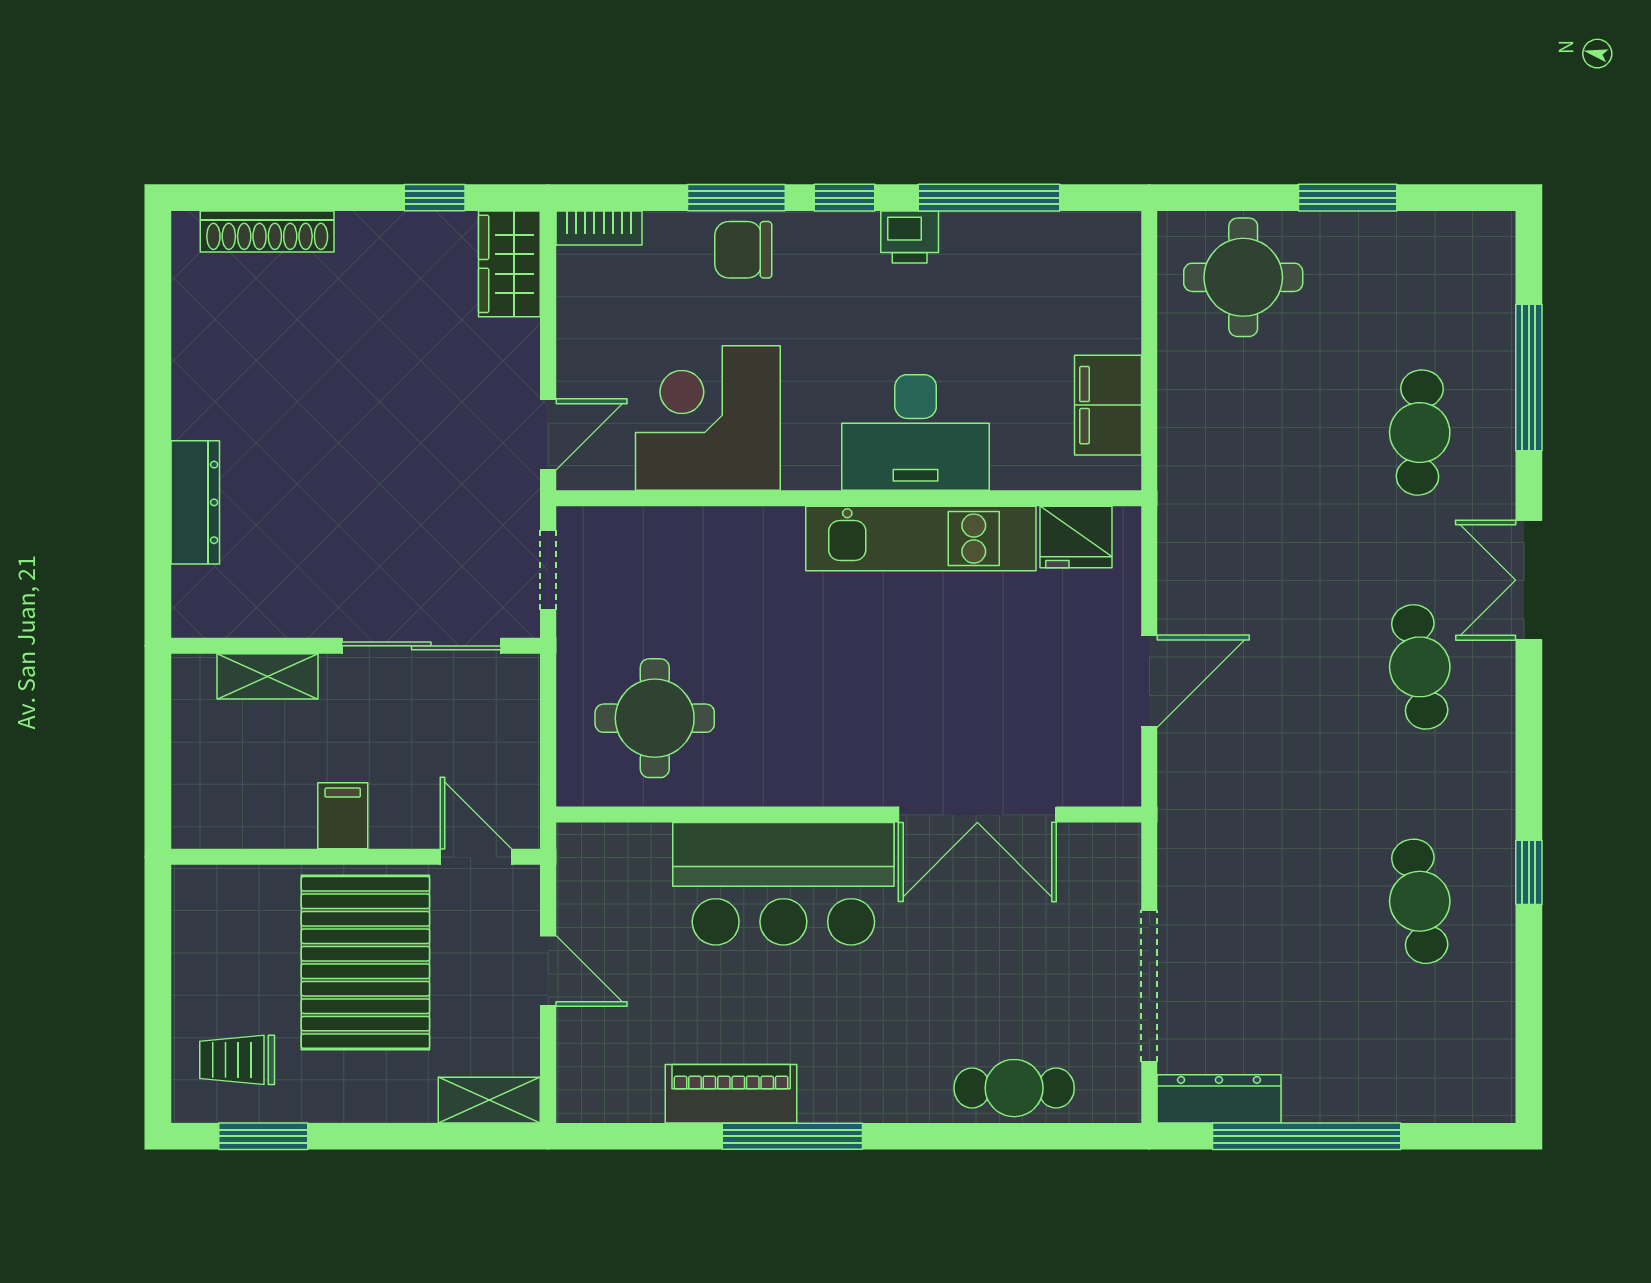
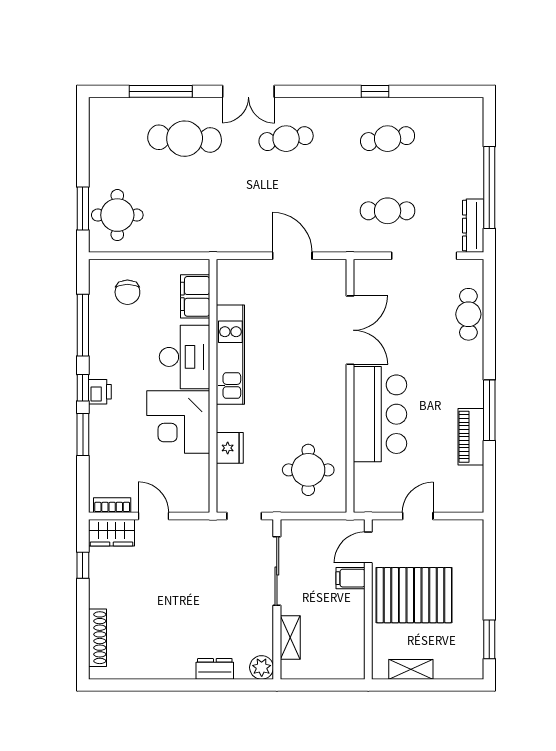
window: (1348, 198) -> (83, 208), moved
bookcase: (599, 228) -> (112, 505), moved, turned -90
printer: (910, 237) -> (100, 392), moved
chair: (743, 250) -> (127, 292), moved
filing cabinet: (1108, 405) -> (195, 296), moved, turned 90
corner desk: (708, 418) -> (178, 422), moved
cafe table: (1420, 433) -> (185, 139), width x1.37, depth x1.35
door: (548, 434) -> (153, 516), moved
dresser: (195, 502) -> (215, 669), width x0.70
fridge: (1076, 537) -> (230, 448), moved
plant: (199, 610) -> (262, 667), added
filing cabinet: (343, 816) -> (350, 578), moved
cafe table: (1253, 901) -> (388, 211), added
trolley: (237, 1060) -> (456, 651), removed
shelving: (489, 1100) -> (411, 669), moved, turned 90

